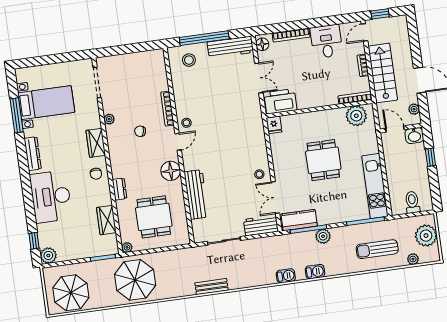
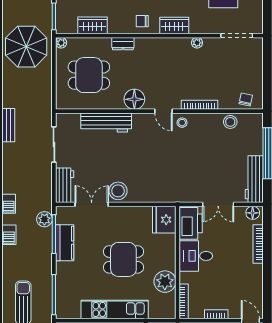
desk: (326, 41) -> (196, 256), moved, turned 180
stool: (189, 60) -> (230, 122), moved
plant: (356, 116) -> (165, 282), moved
fridge: (274, 125) -> (164, 220), width x1.88, depth x1.34
chair: (140, 131) -> (246, 99), moved
stool: (259, 174) -> (118, 191), width x1.89, depth x1.89
kitchen unit: (375, 186) -> (115, 309), moved
kitchen counter: (299, 220) -> (65, 243), moved
plant: (323, 236) -> (44, 219), moved

